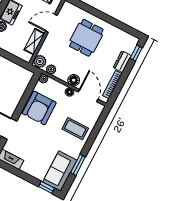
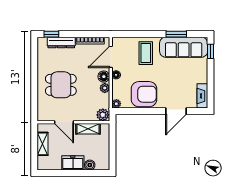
dresser: (122, 62) -> (61, 42), width x1.44
plant: (51, 69) -> (105, 88), moved
sofa: (60, 171) -> (184, 47), width x1.36

